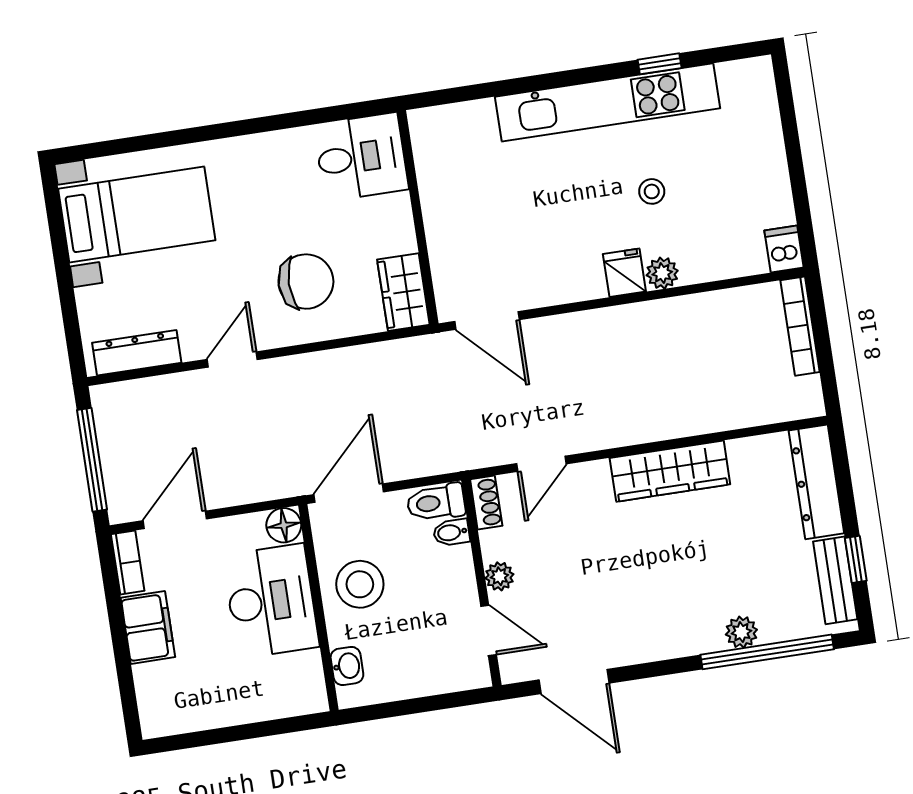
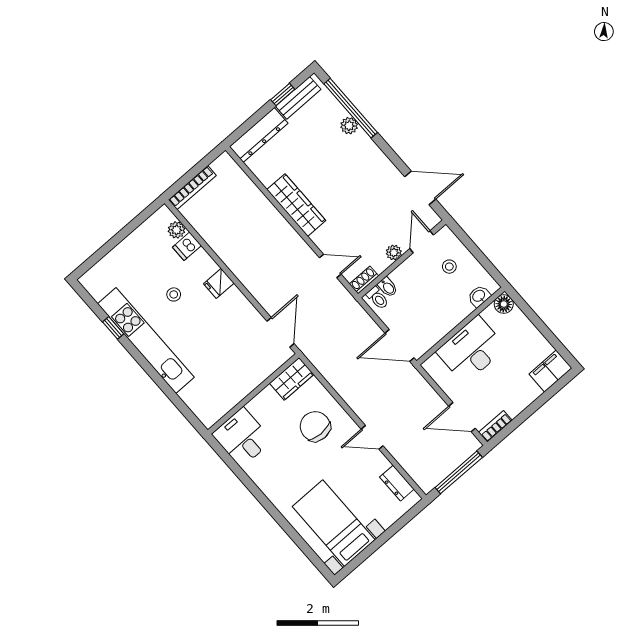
dishwasher: (784, 249) -> (187, 246), moved
plant: (662, 273) -> (177, 230), moved
dresser: (137, 353) -> (397, 483), width x0.70
toilet: (436, 502) -> (378, 298), width x0.73, depth x0.72
floor lamp: (284, 525) -> (504, 304), moved
stool: (360, 584) -> (449, 267), moved, width x0.53, depth x0.53
filing cabinet: (148, 627) -> (550, 371), moved
door: (574, 681) -> (420, 188), hinge flipped

